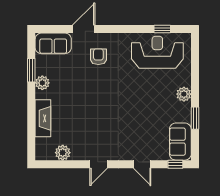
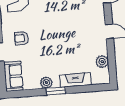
window: (31, 70) -> (56, 91), moved

